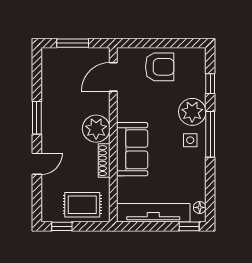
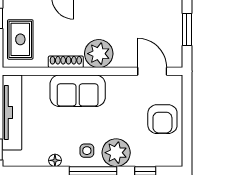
floor lamp: (200, 207) -> (55, 160), moved

